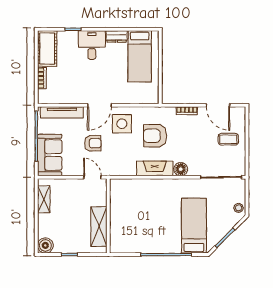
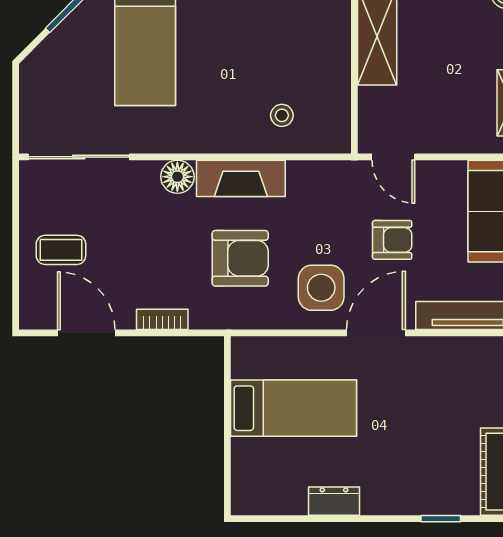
desk: (92, 45) -> (395, 480), removed
bed: (140, 56) -> (294, 408), moved, turned 90
armchair: (93, 143) -> (392, 240), turned 180
stool: (239, 208) -> (282, 115), moved

